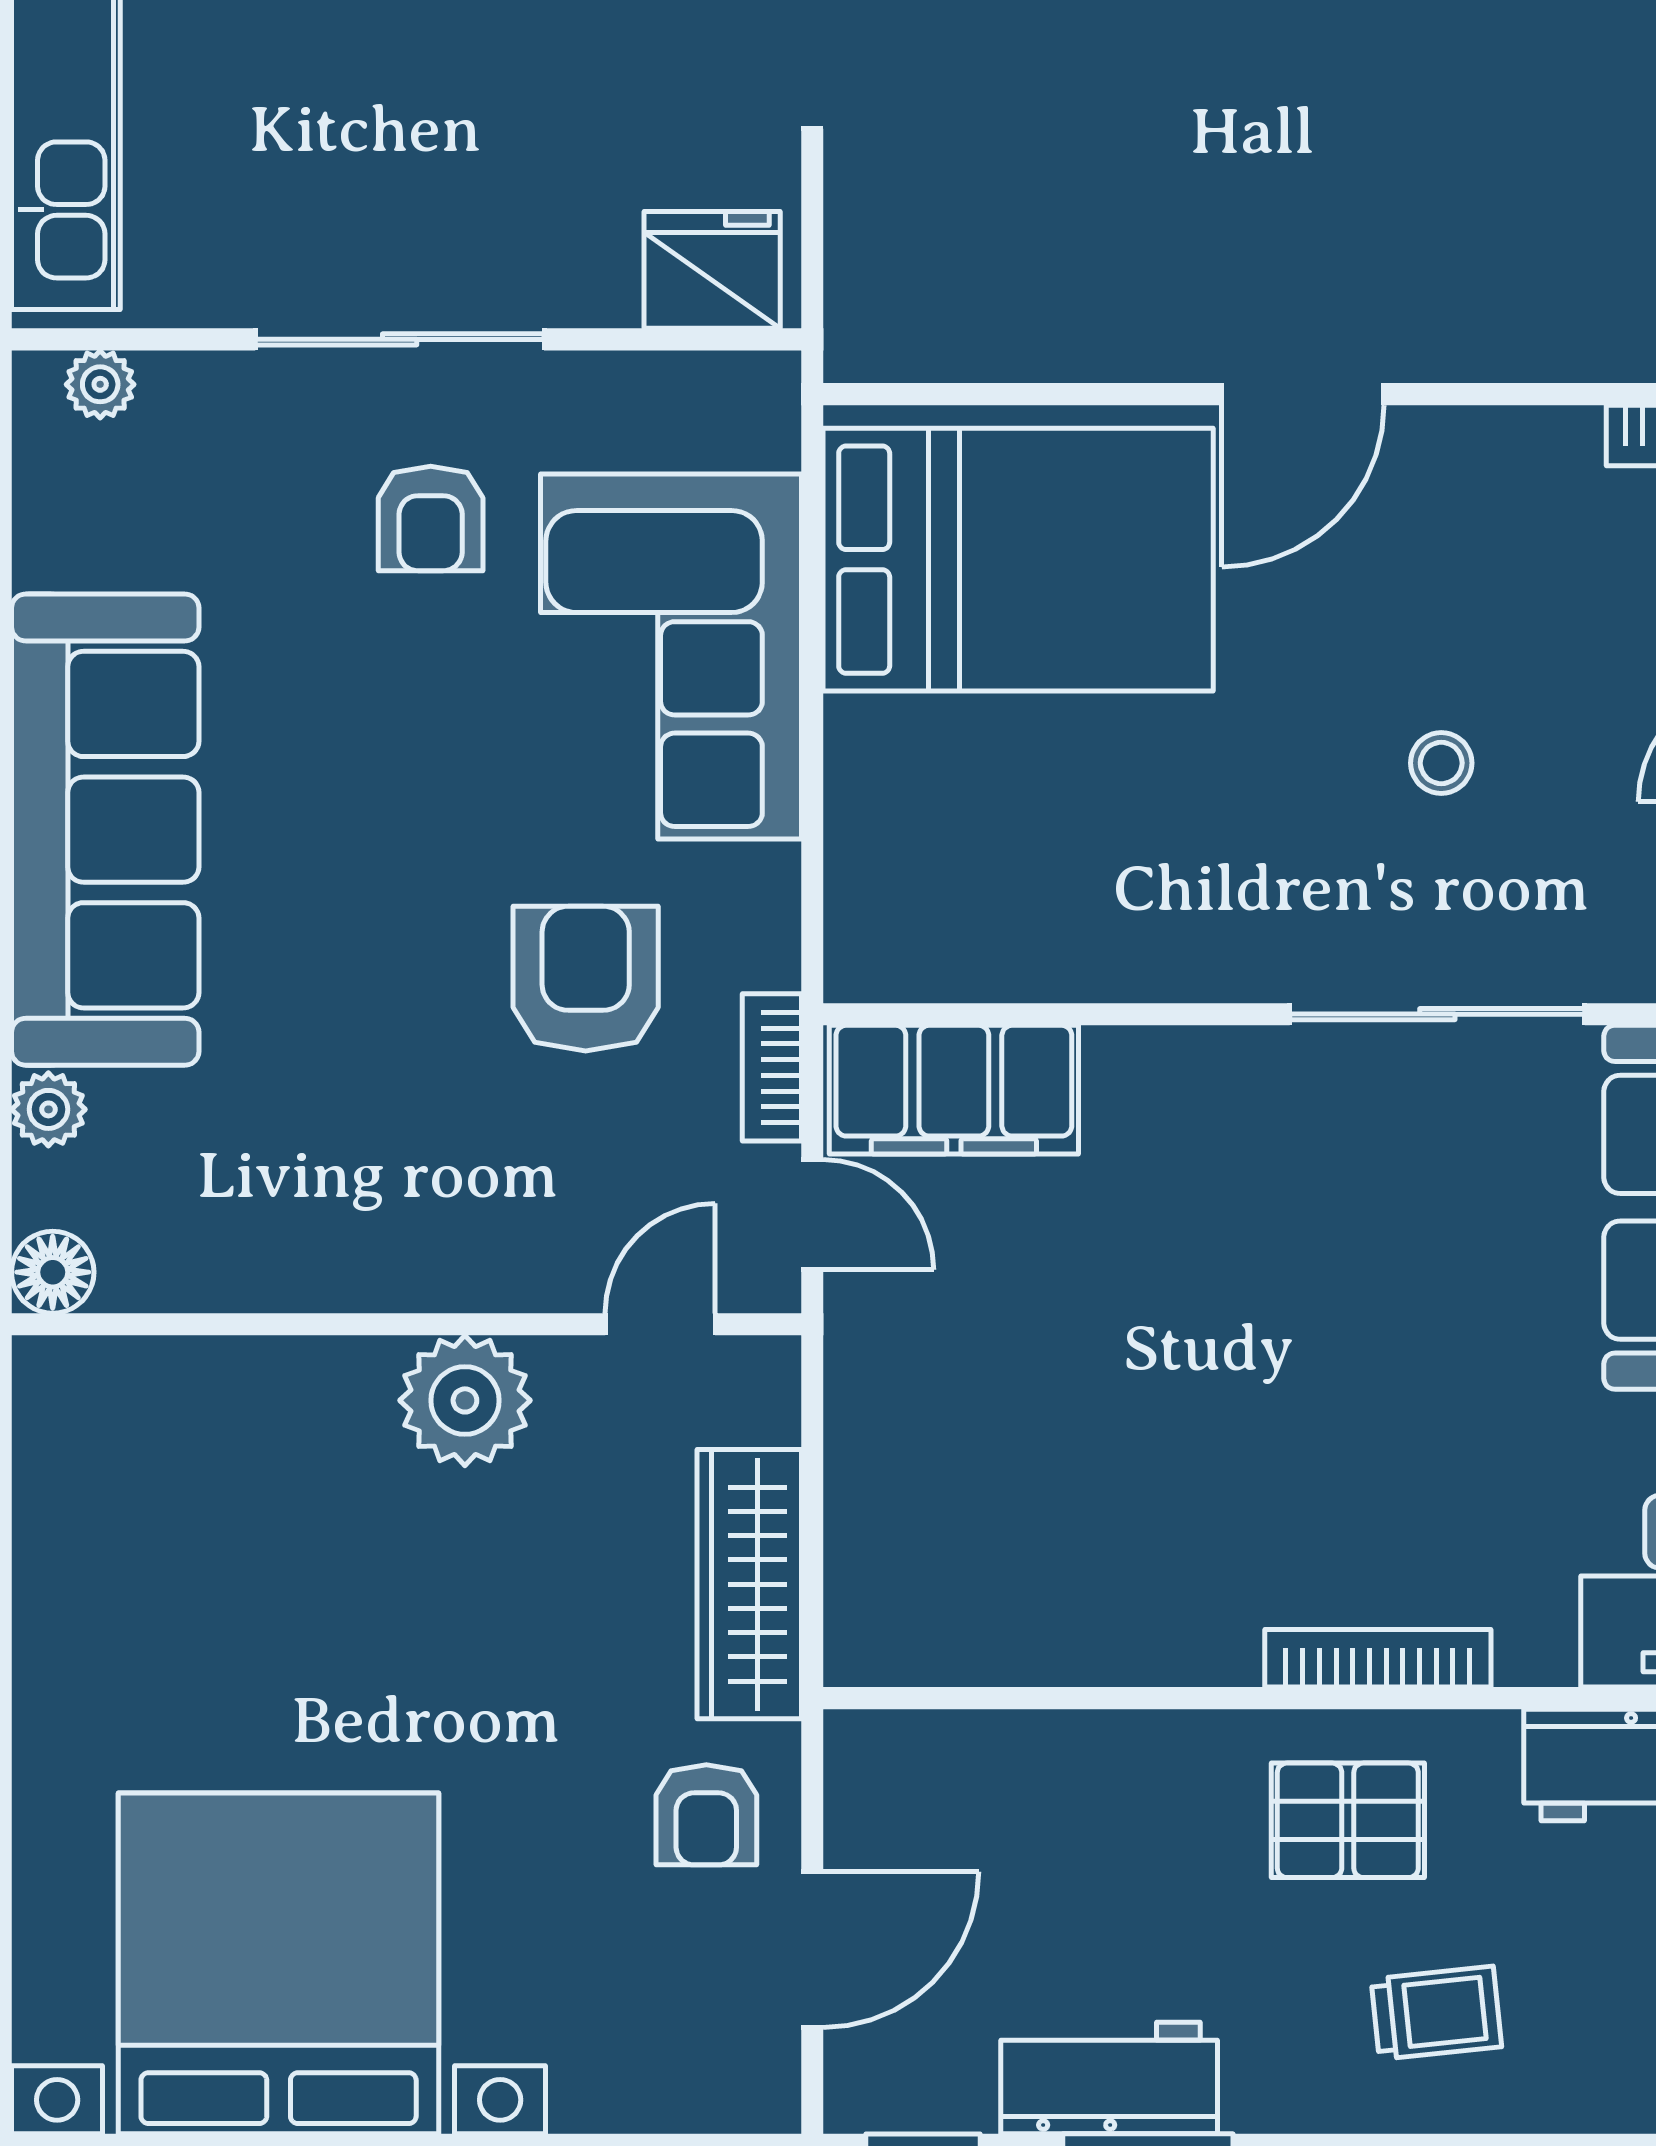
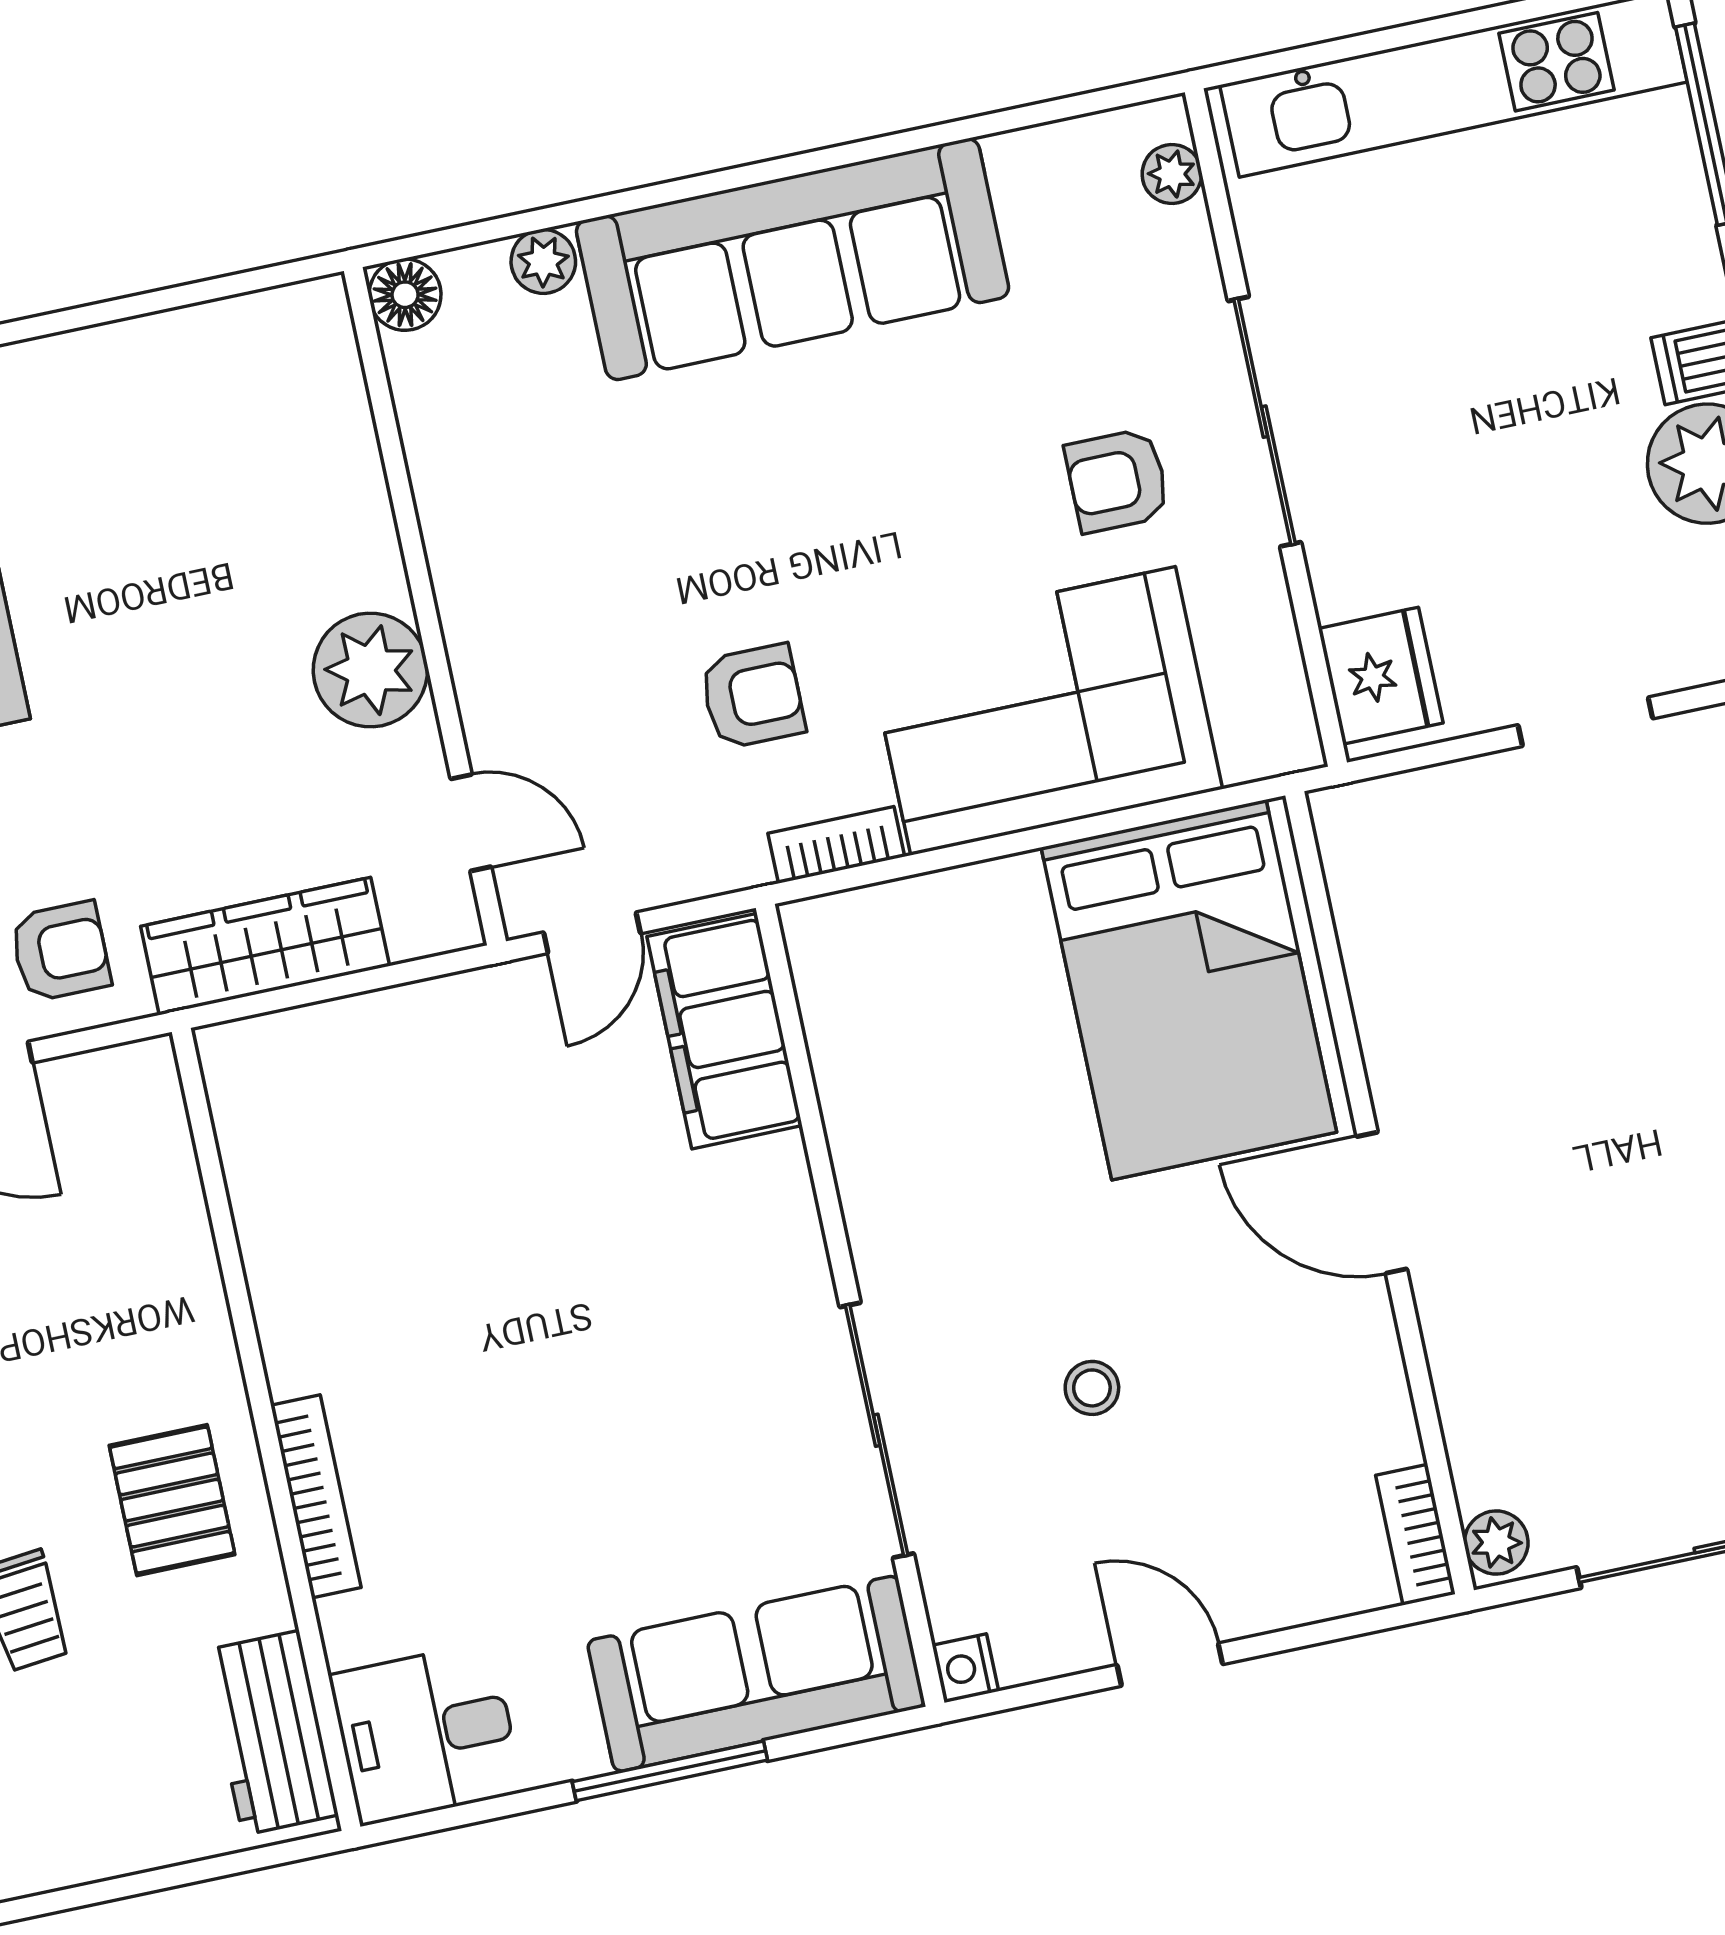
armchair: (586, 979) -> (753, 696), width x0.72, depth x0.72
bookcase: (772, 1067) -> (836, 845), moved
armchair: (706, 1815) -> (60, 951), turned 180

